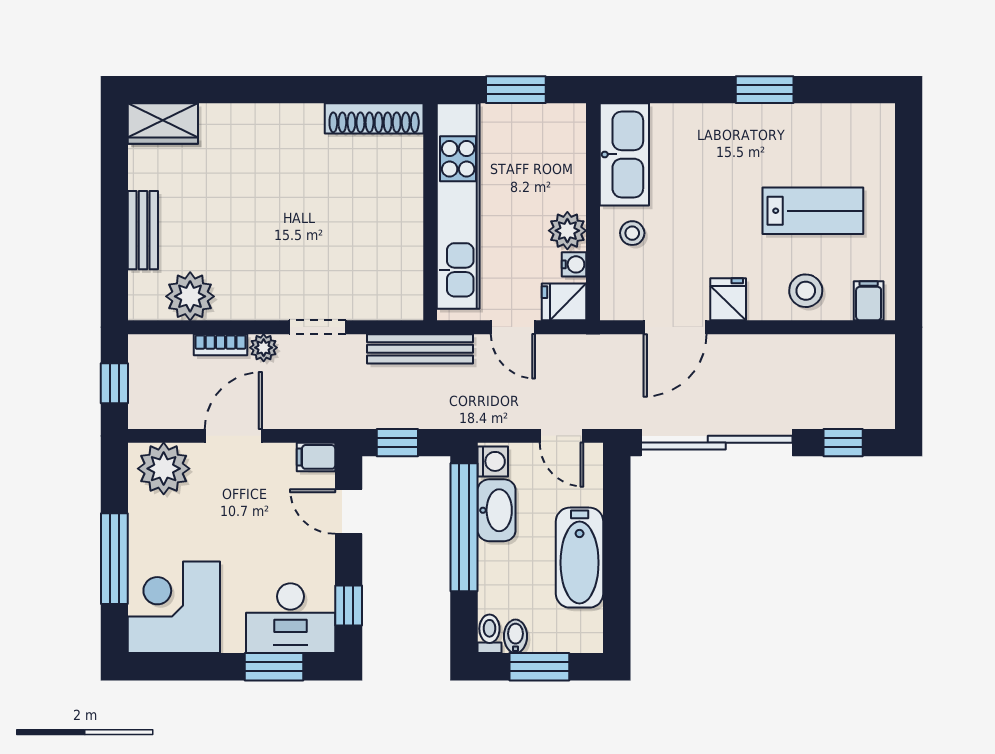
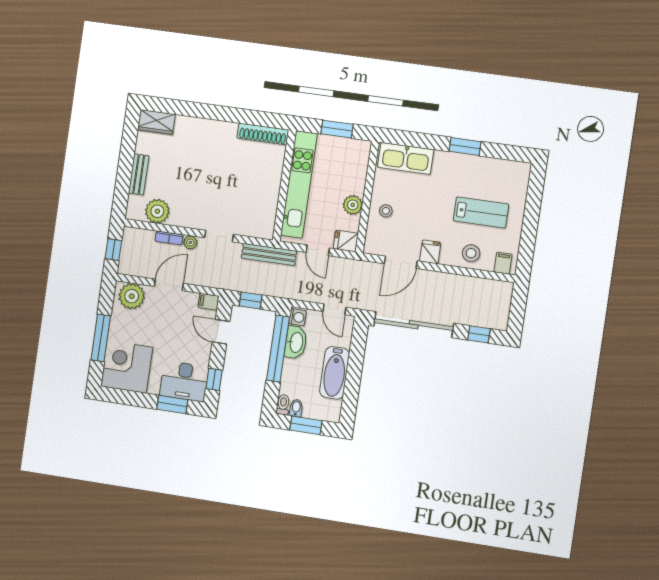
kitchen sink: (624, 154) -> (406, 158), moved, turned 90
water cooler: (574, 264) -> (354, 223), removed

